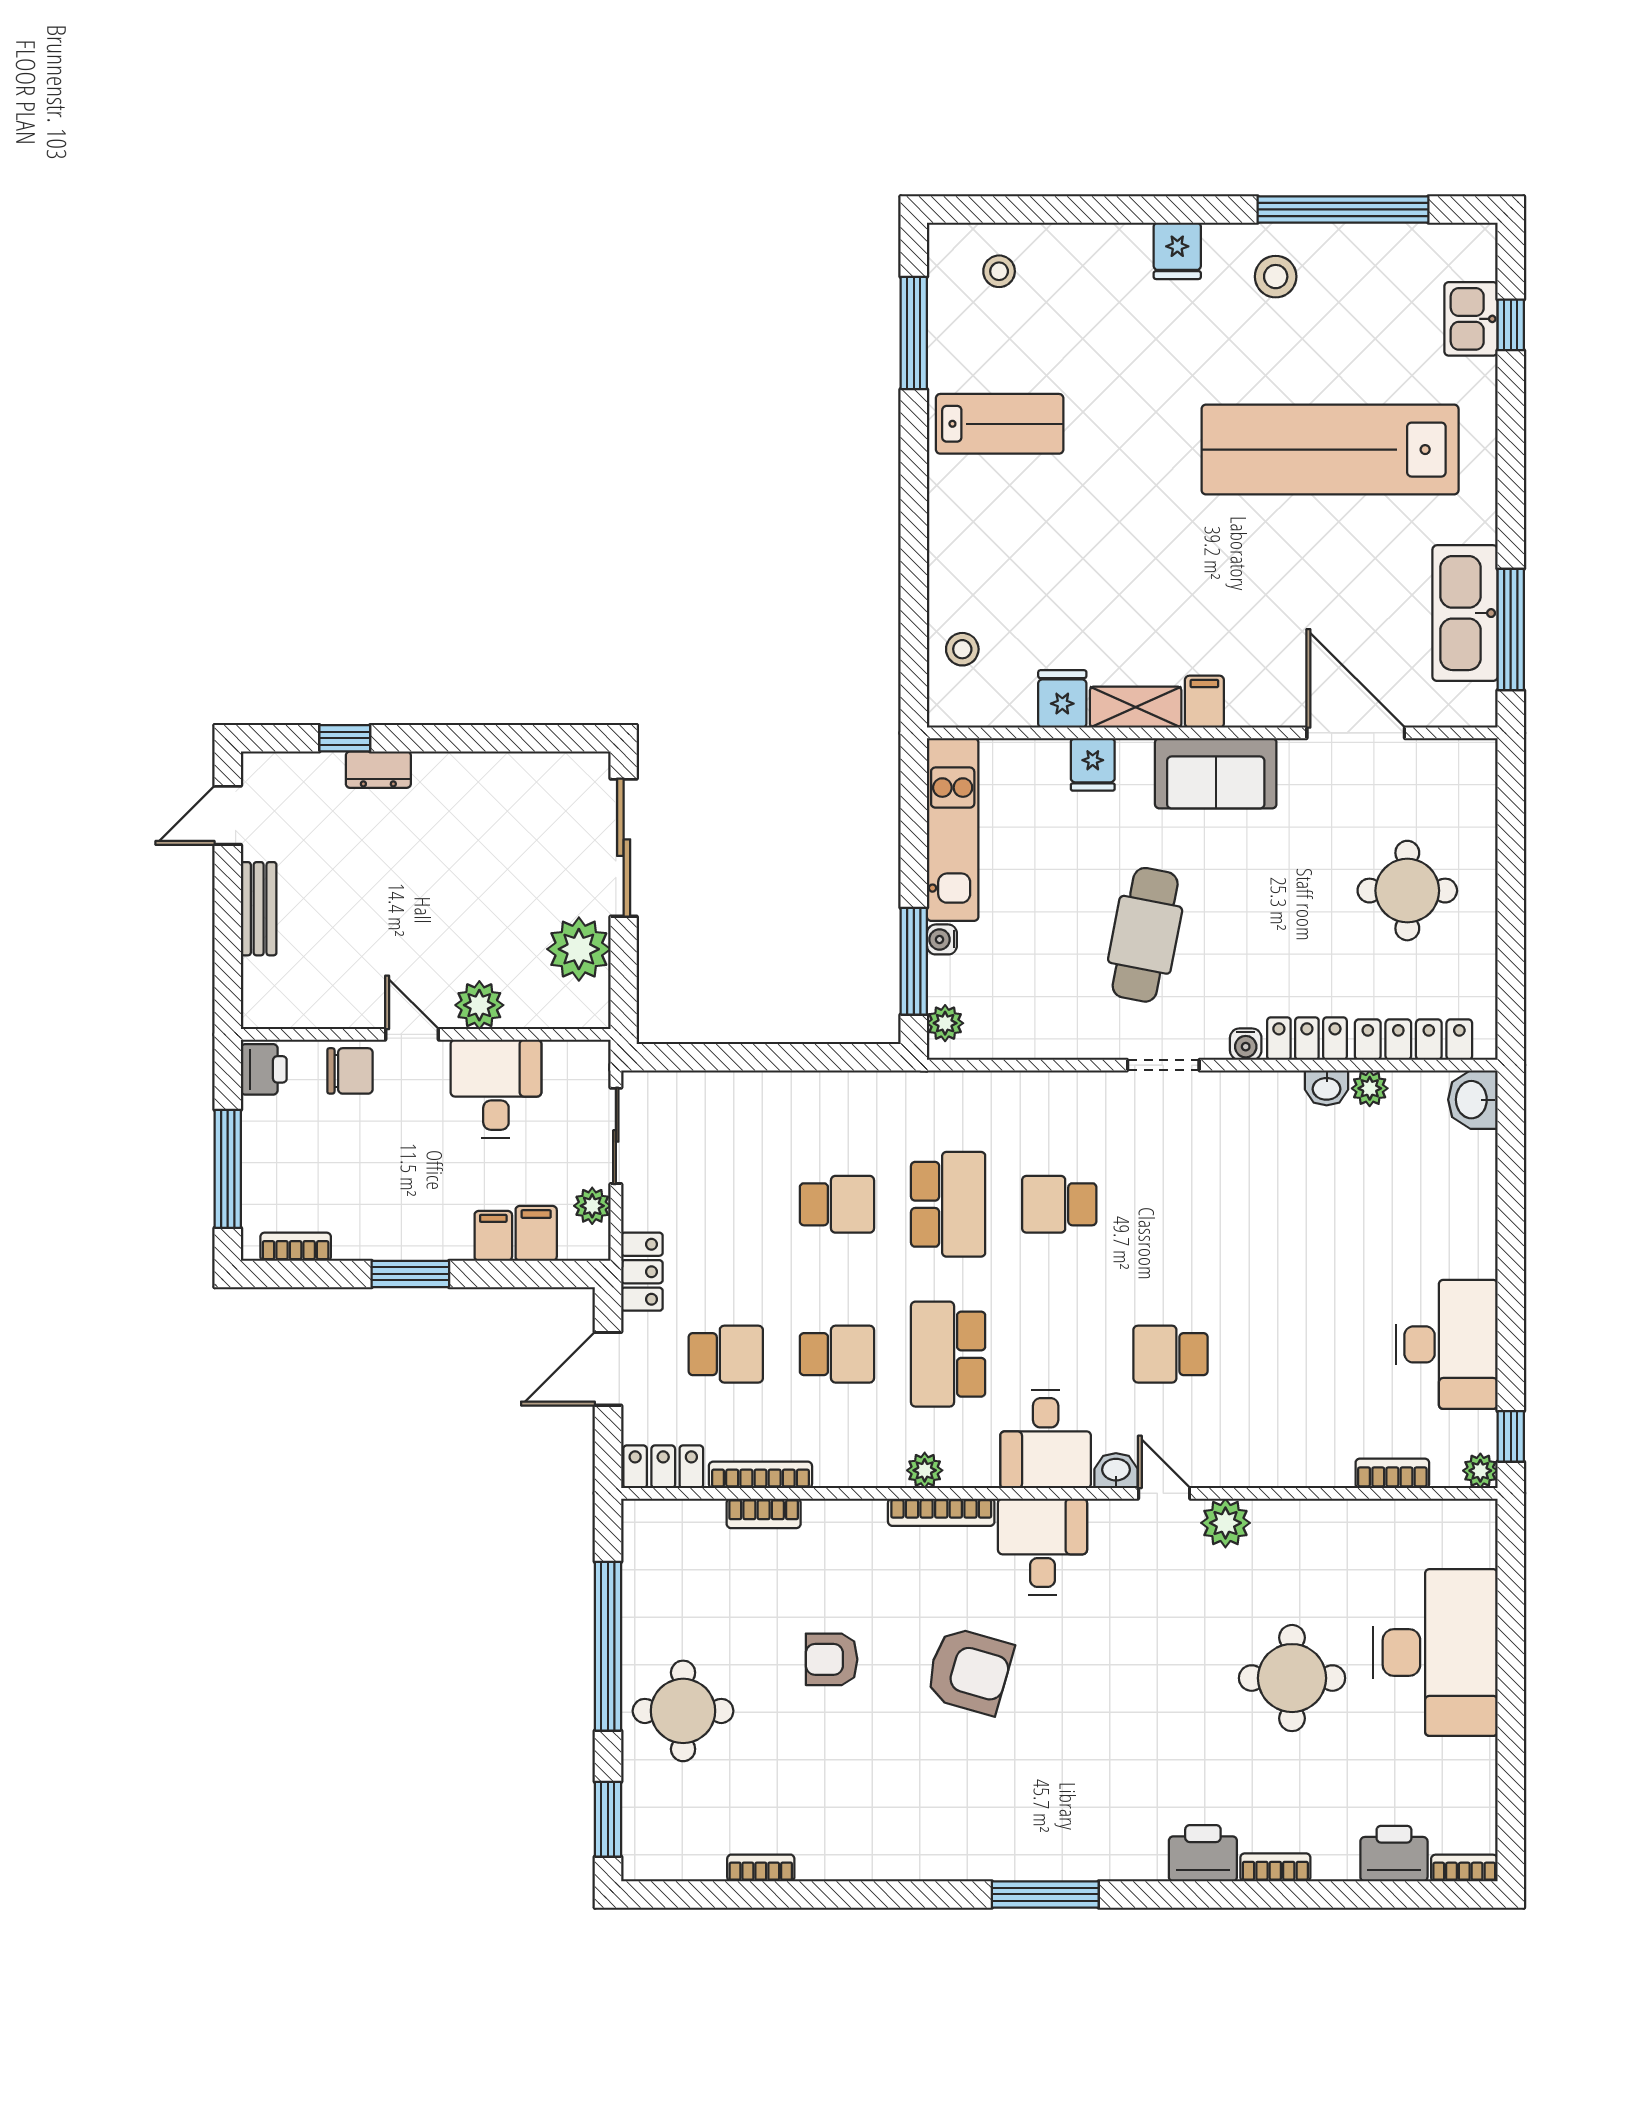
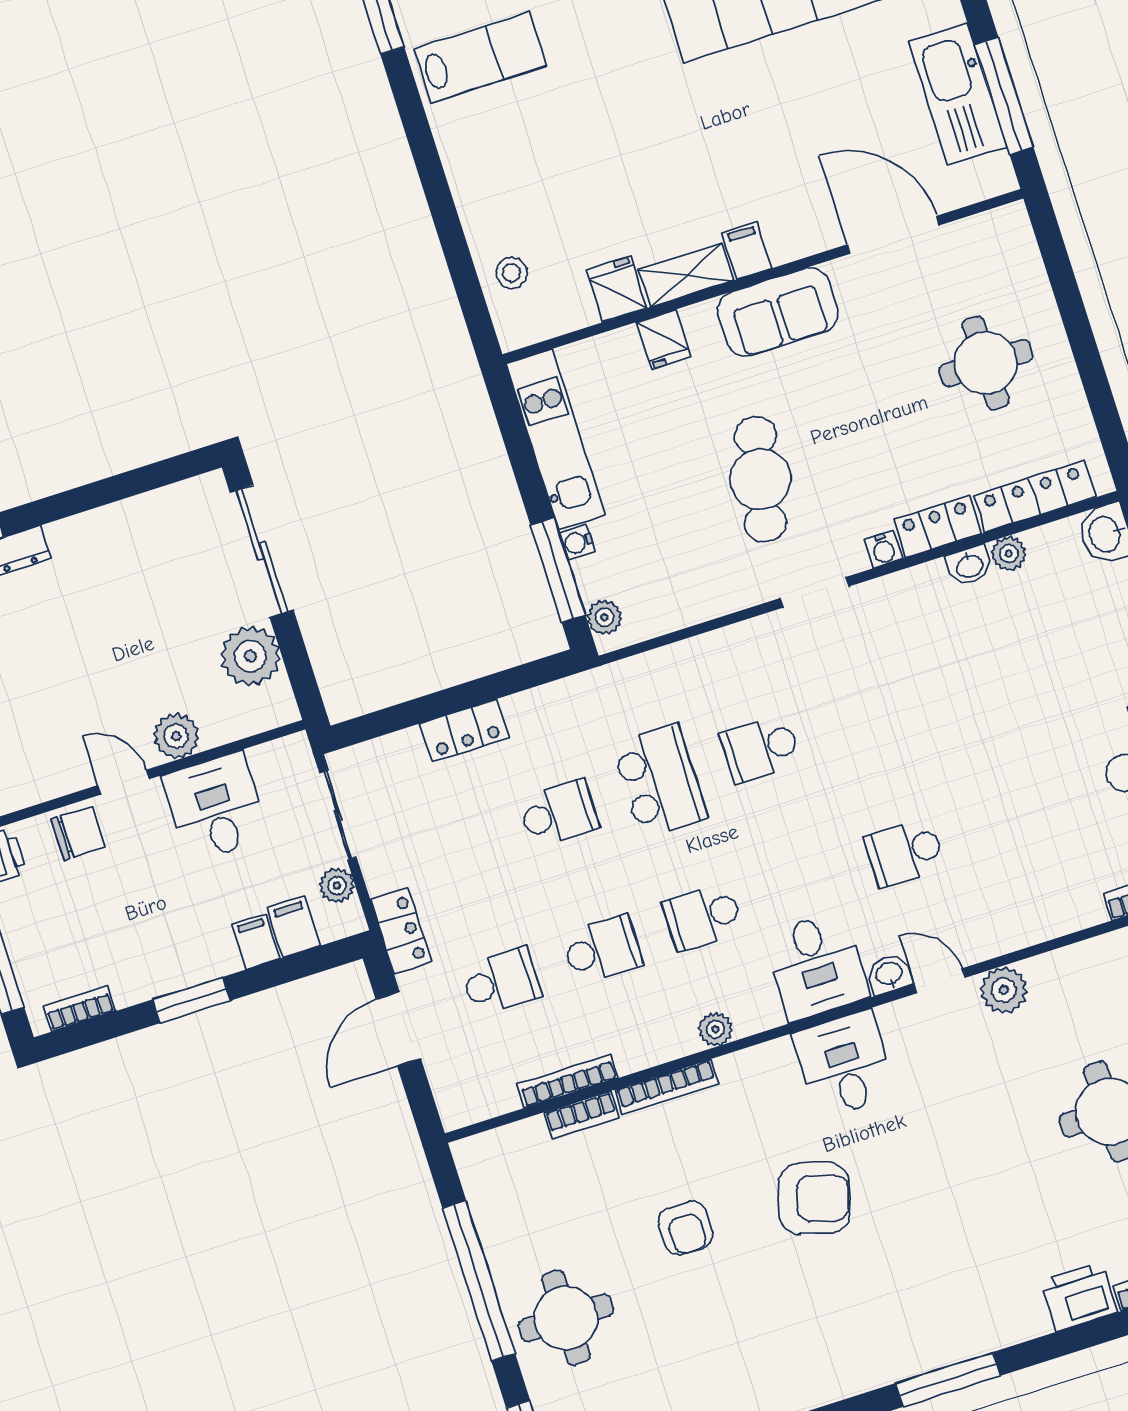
school desk: (948, 1354) -> (703, 917), width x0.54
locker: (663, 1467) -> (465, 731), moved, turned 180
bookcase: (941, 1512) -> (666, 1087), moved
armchair: (832, 1659) -> (686, 1228), turned -90

